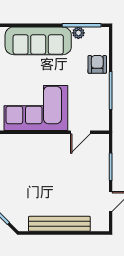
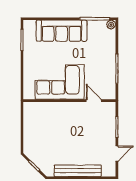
plant: (78, 33) -> (111, 25), moved
armchair: (97, 64) -> (107, 49), removed
door: (80, 132) -> (94, 101), swing flipped

